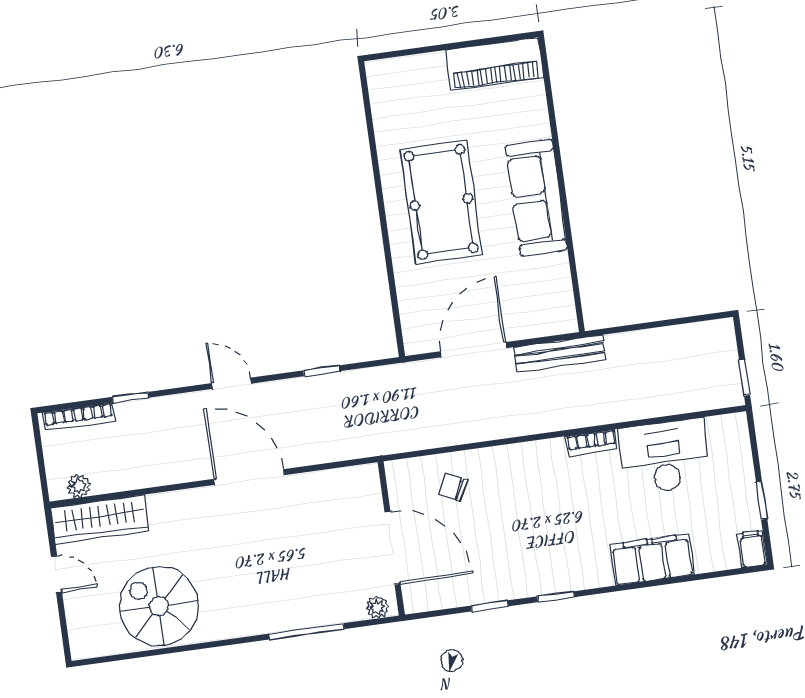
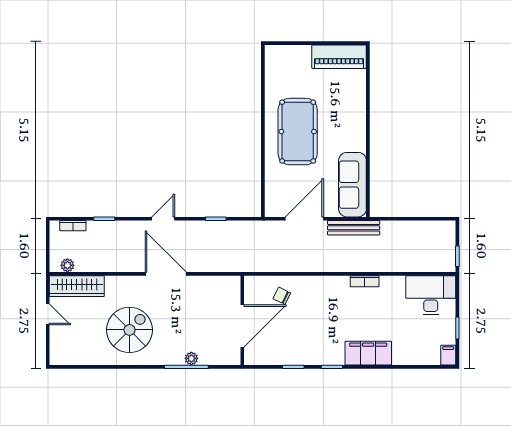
sofa: (536, 198) -> (352, 185), moved
door: (231, 383) -> (163, 219), hinge flipped
bookcase: (79, 417) -> (73, 226), width x0.64
desk: (664, 457) -> (431, 295), moved
door: (393, 548) -> (242, 326), hinge flipped
filing cabinet: (652, 559) -> (368, 353), moved
spiral stairs: (159, 606) -> (130, 330), moved, turned 90
plant: (377, 607) -> (191, 358), moved

